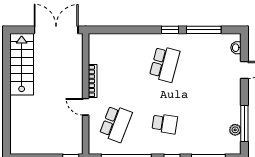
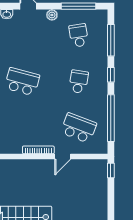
school desk: (214, 124) -> (79, 35), added
plant: (235, 130) -> (52, 15), moved

